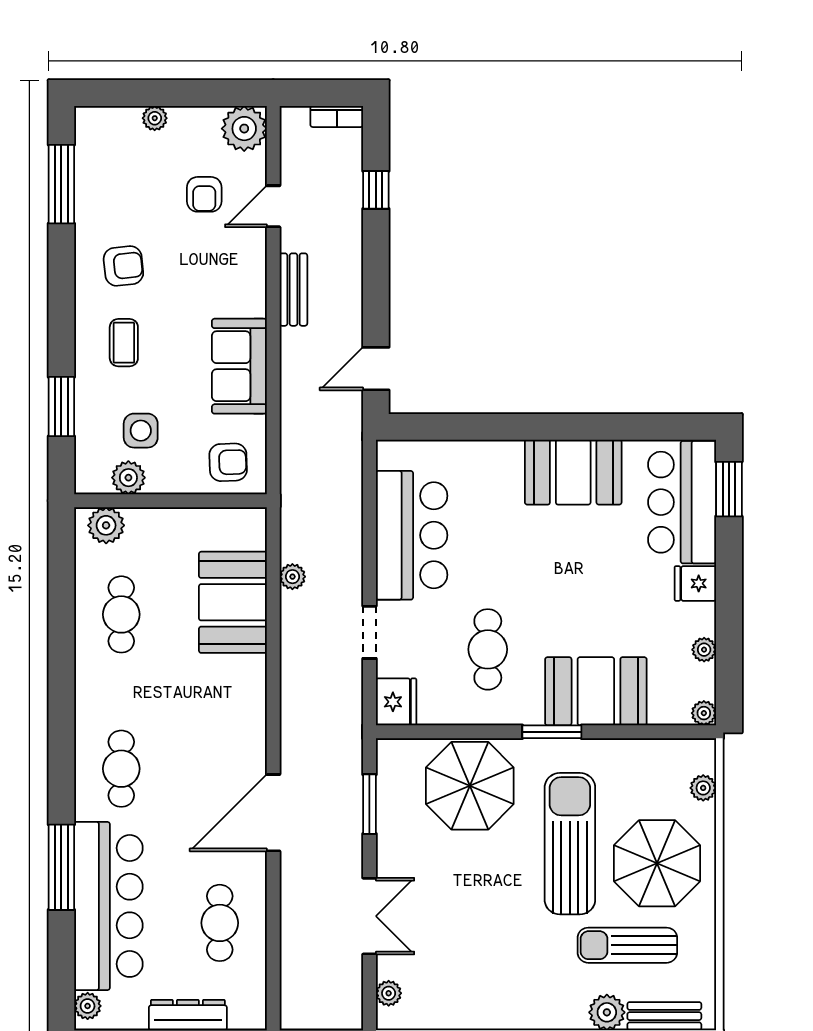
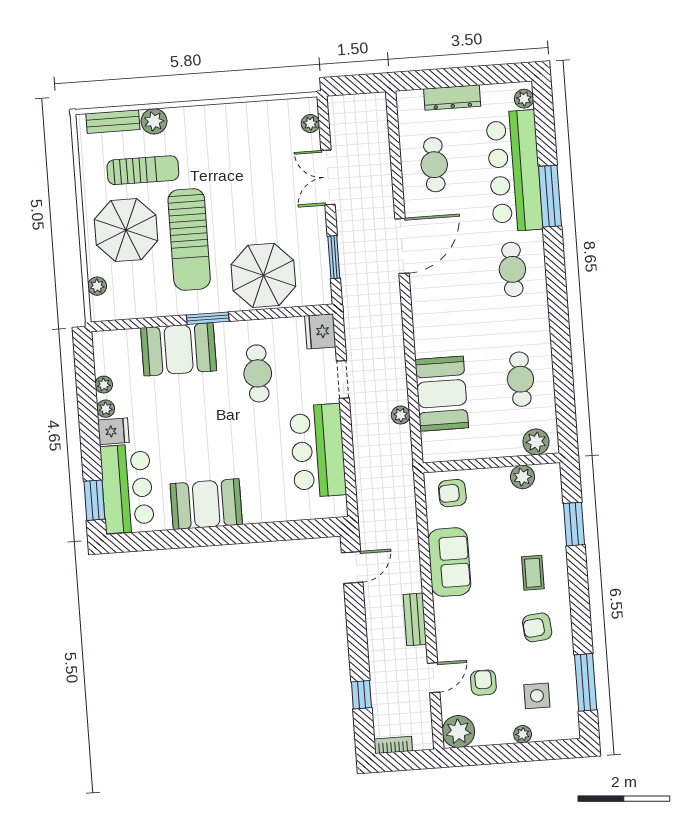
side table: (141, 431) -> (537, 696), moved
plant: (704, 713) -> (106, 409), moved

